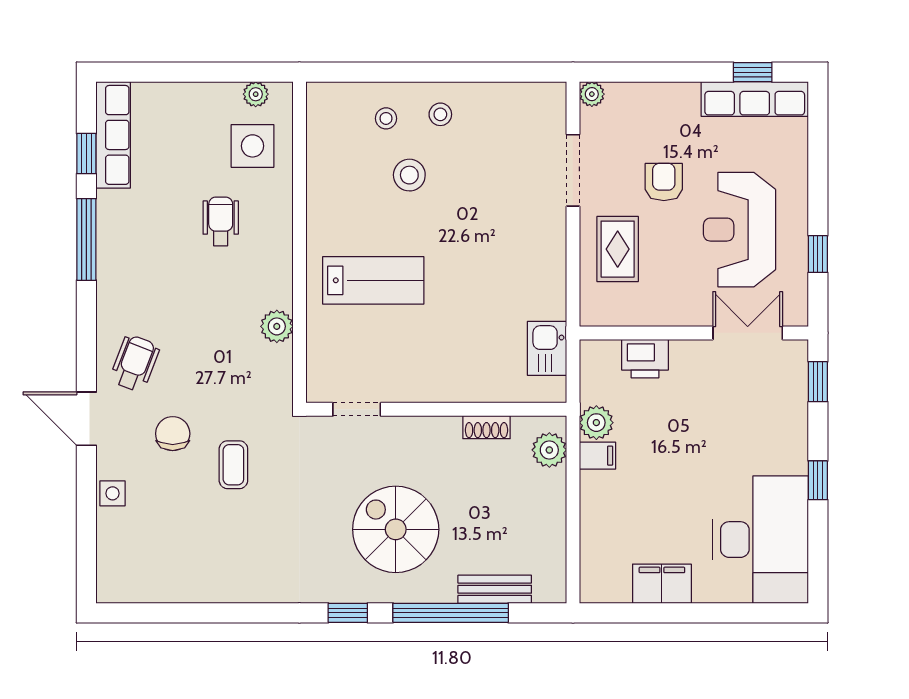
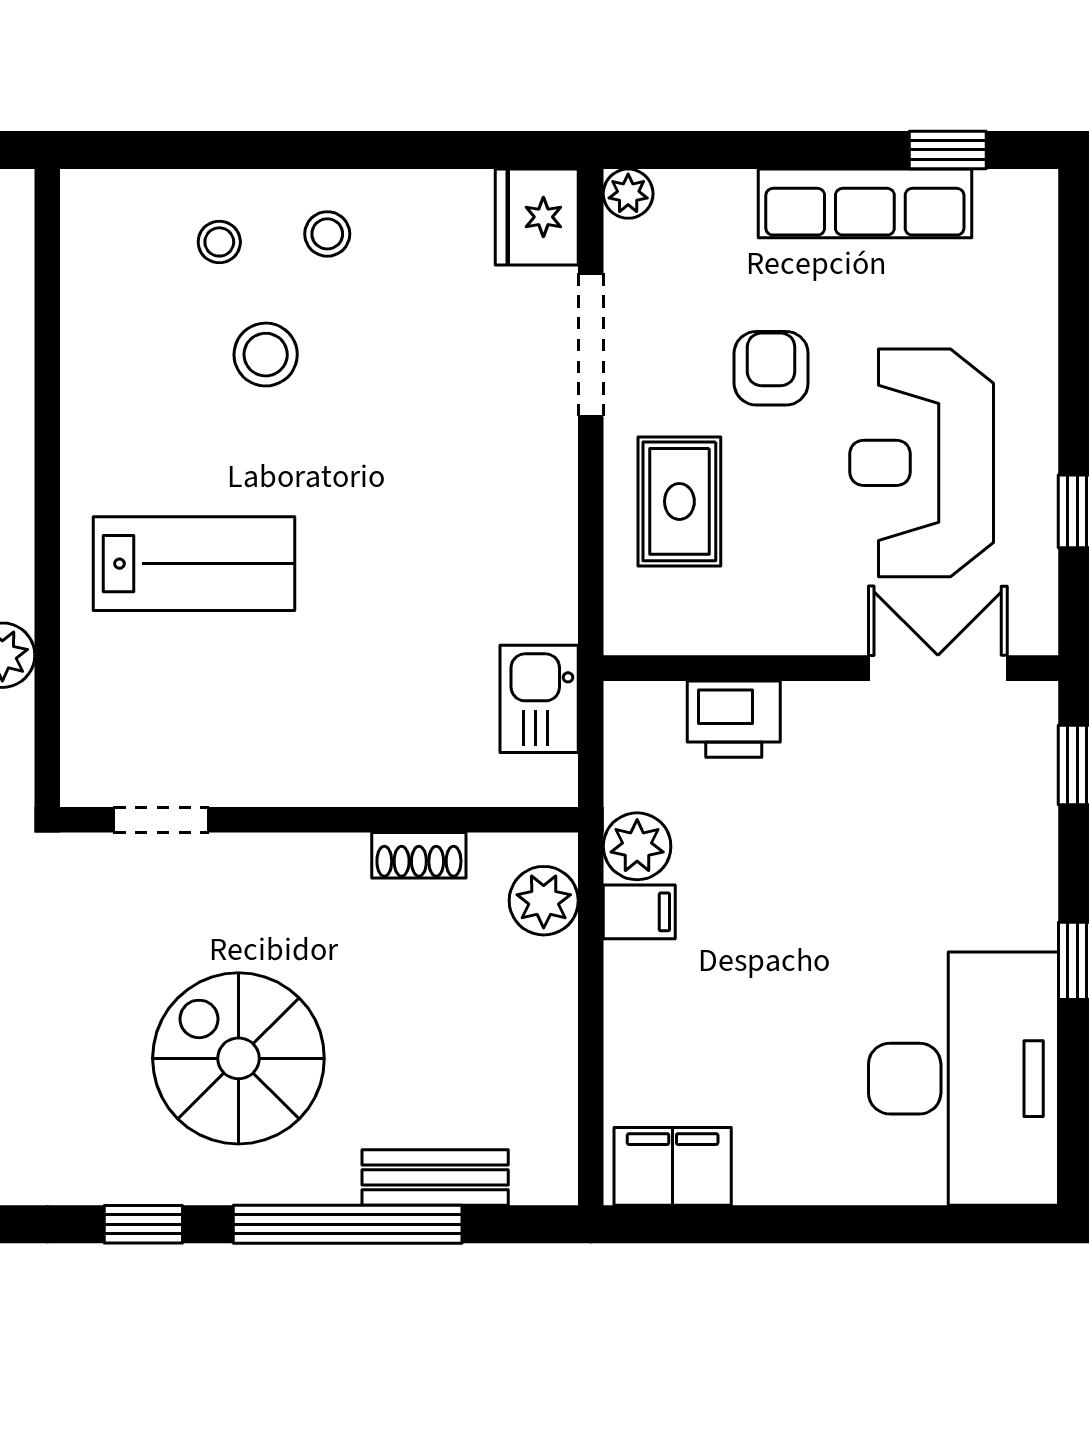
row of seats: (755, 99) -> (865, 203), moved
fridge: (546, 106) -> (537, 217), added
filing cabinet: (662, 584) -> (673, 1166), moved

